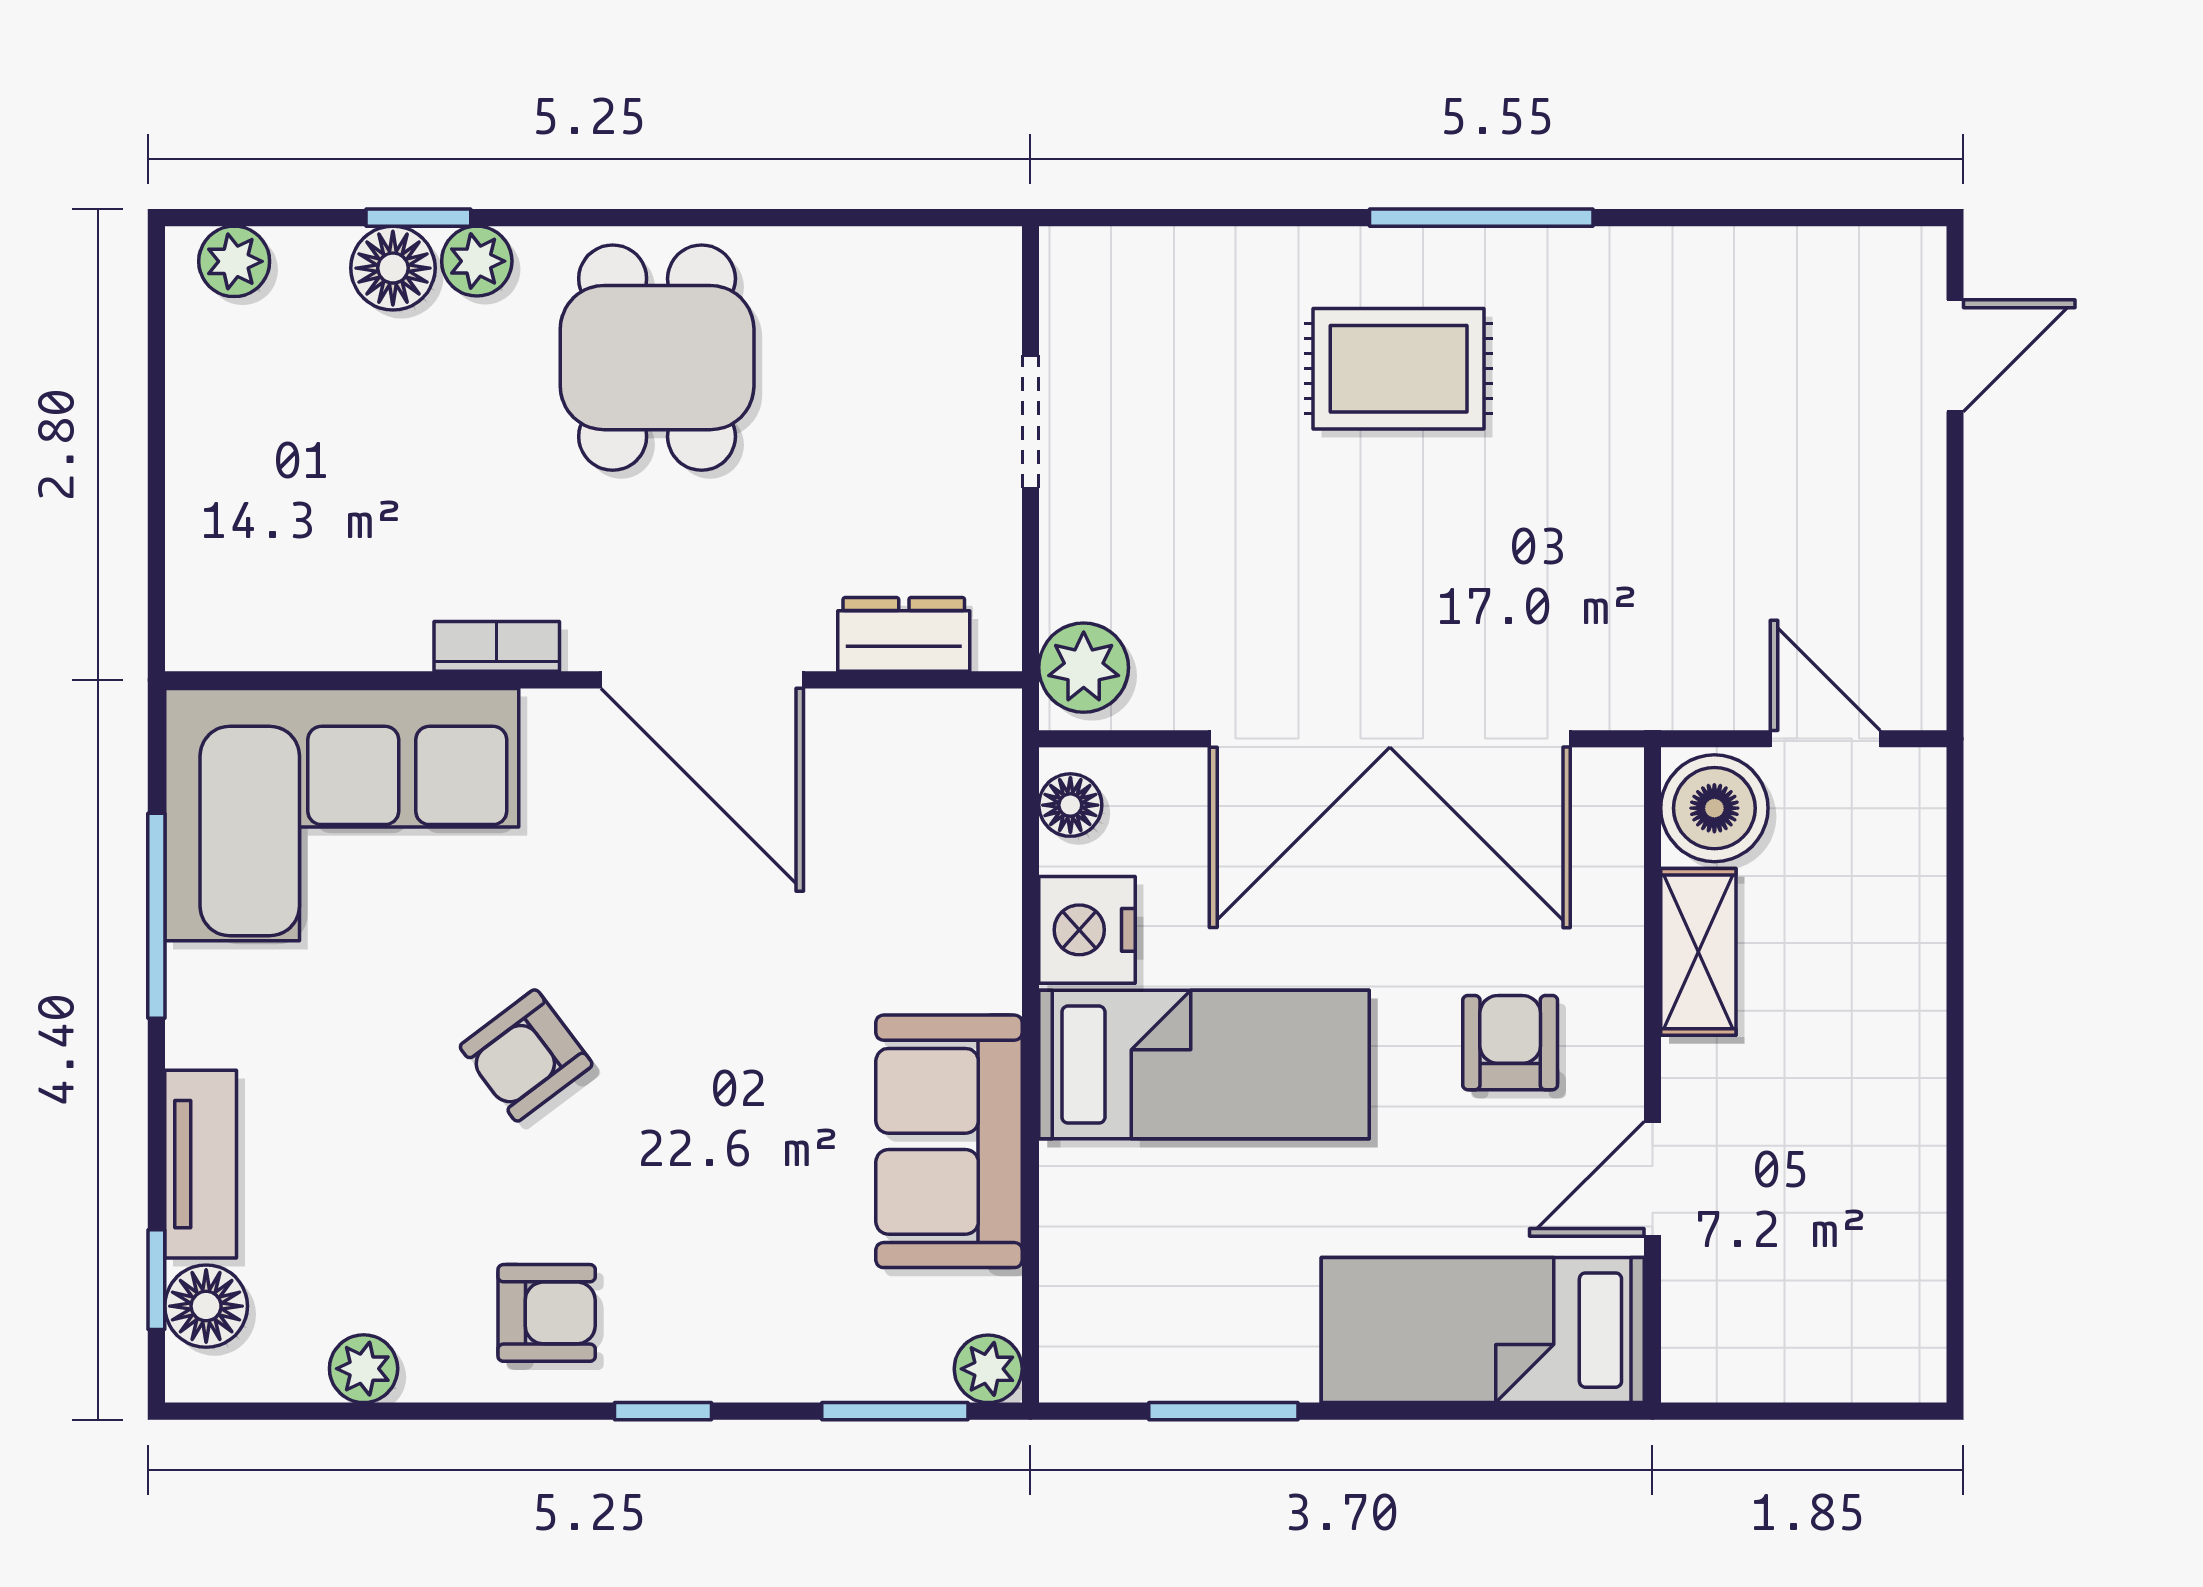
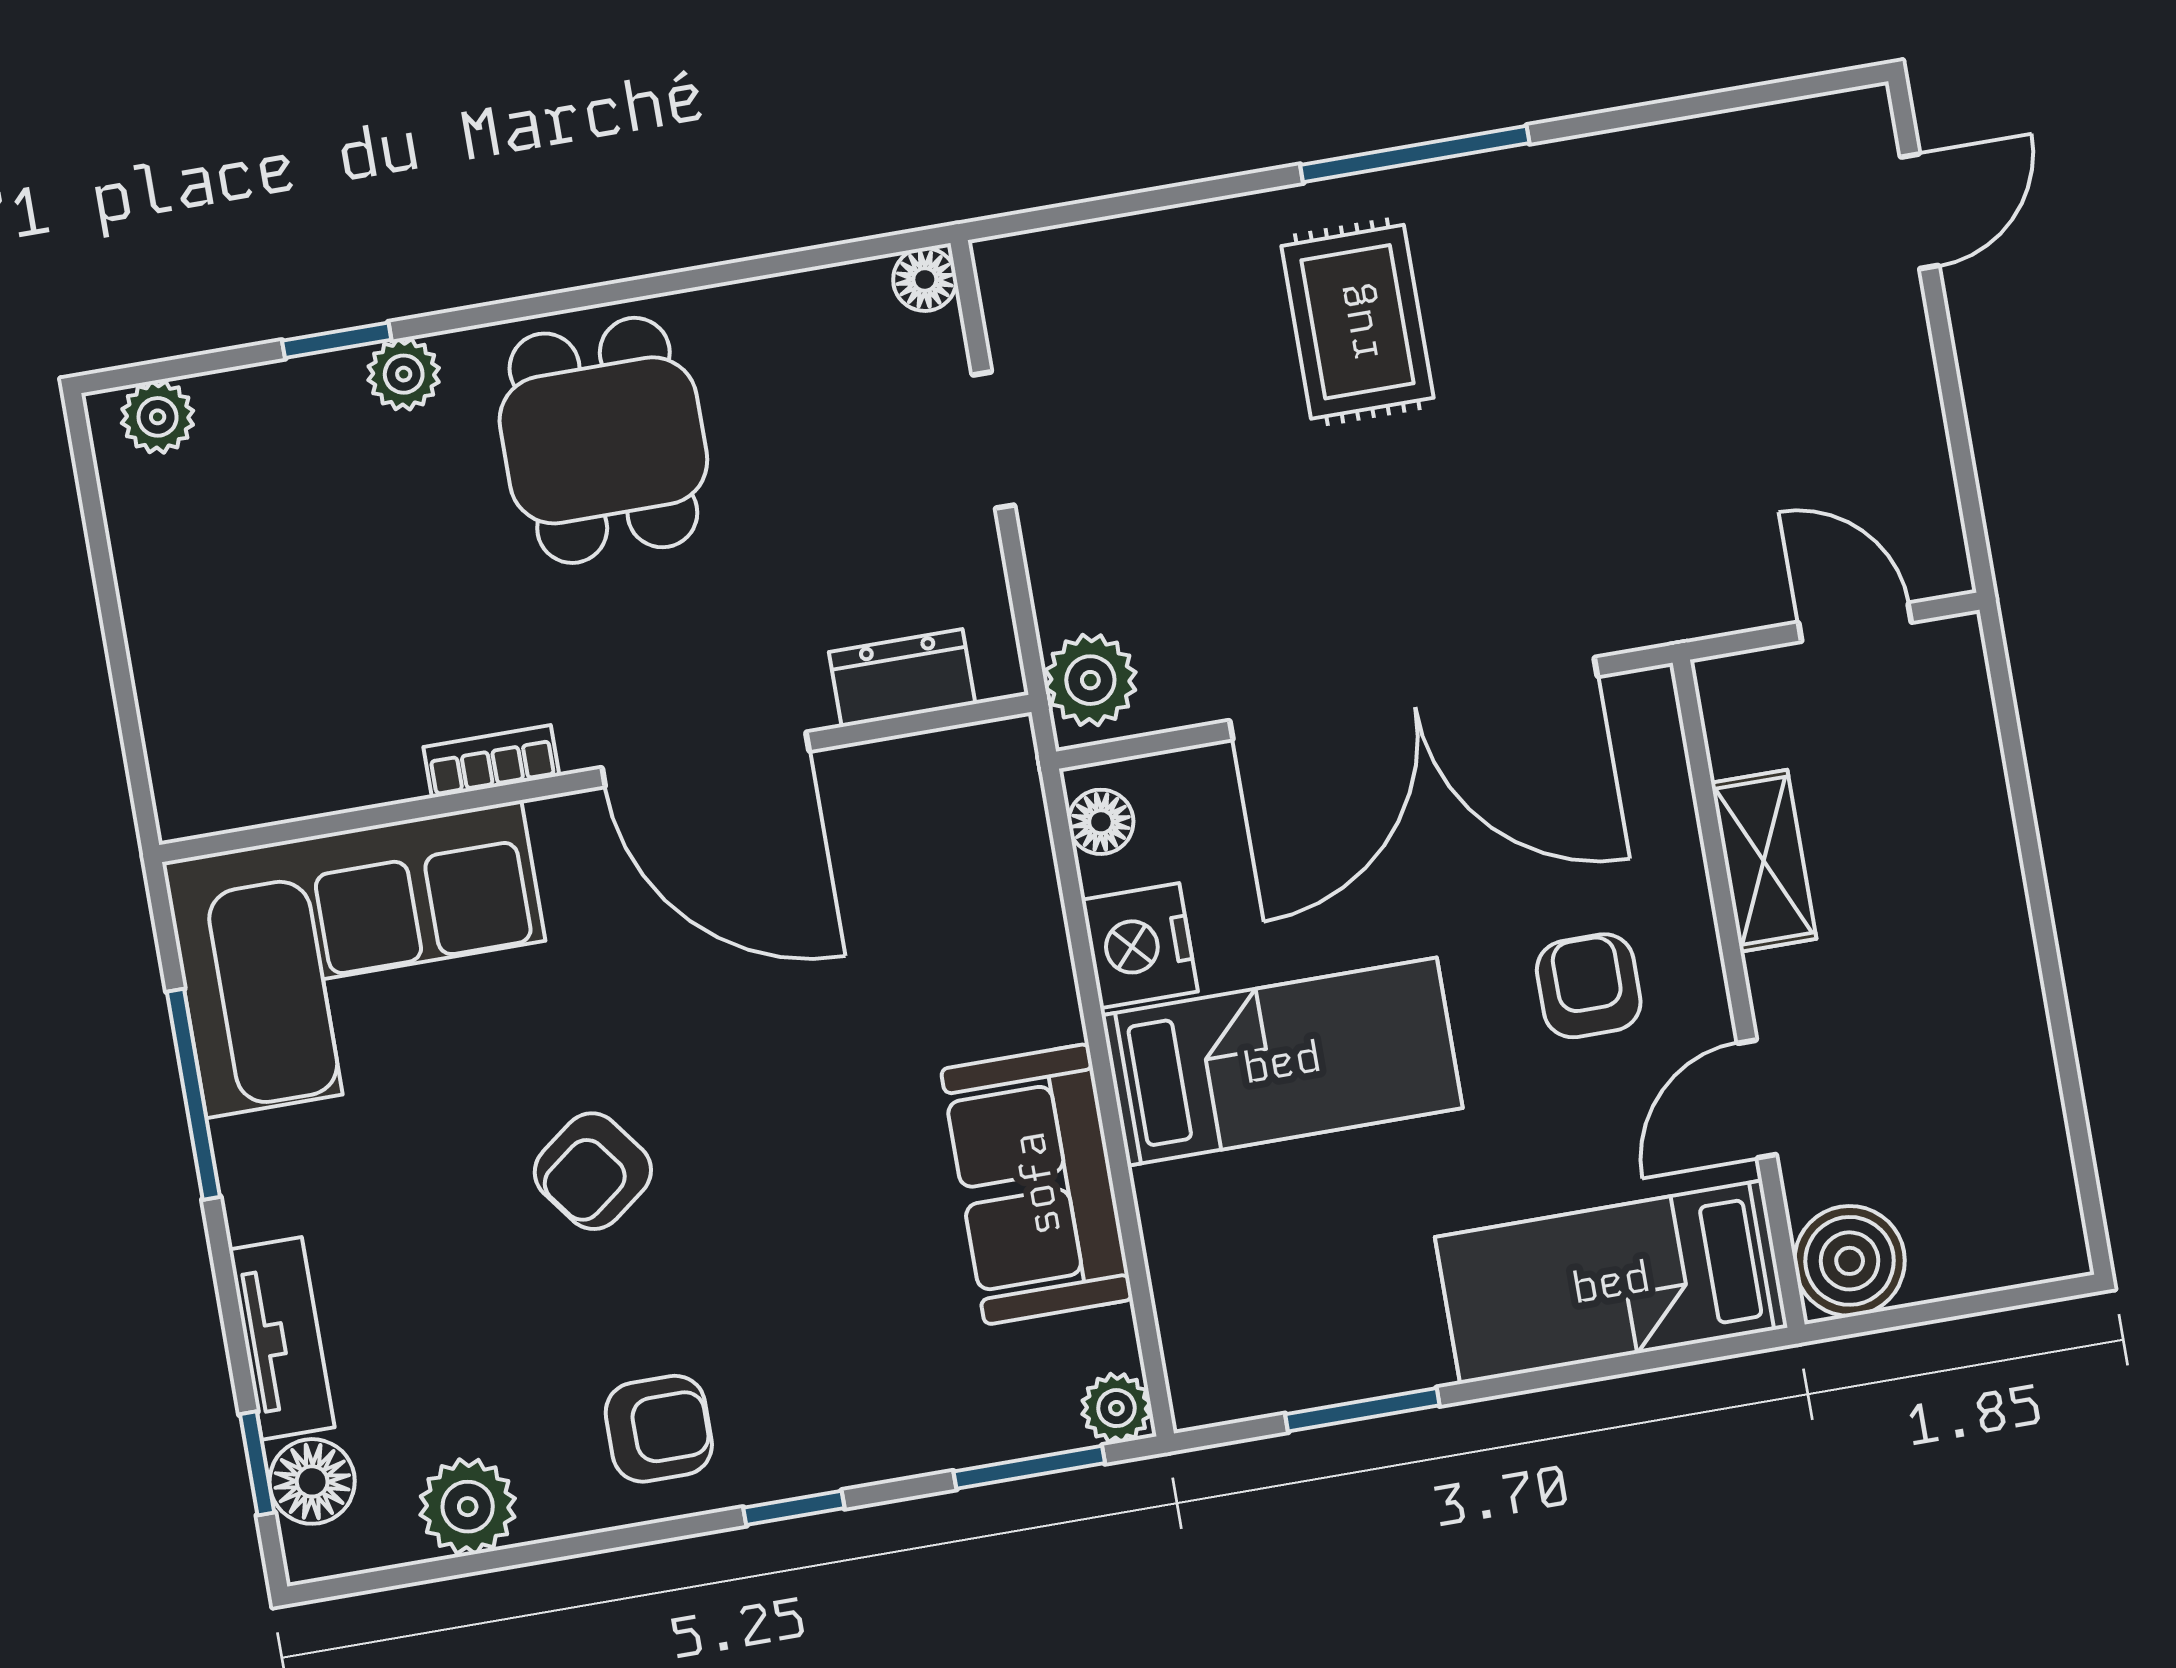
floor lamp: (393, 268) -> (925, 279), moved, width x0.73, depth x0.73
rug: (1399, 369) -> (1357, 322), turned 90
boiler: (1714, 808) -> (1850, 1261), moved
plant: (364, 1369) -> (468, 1507), width x1.38, depth x1.38

